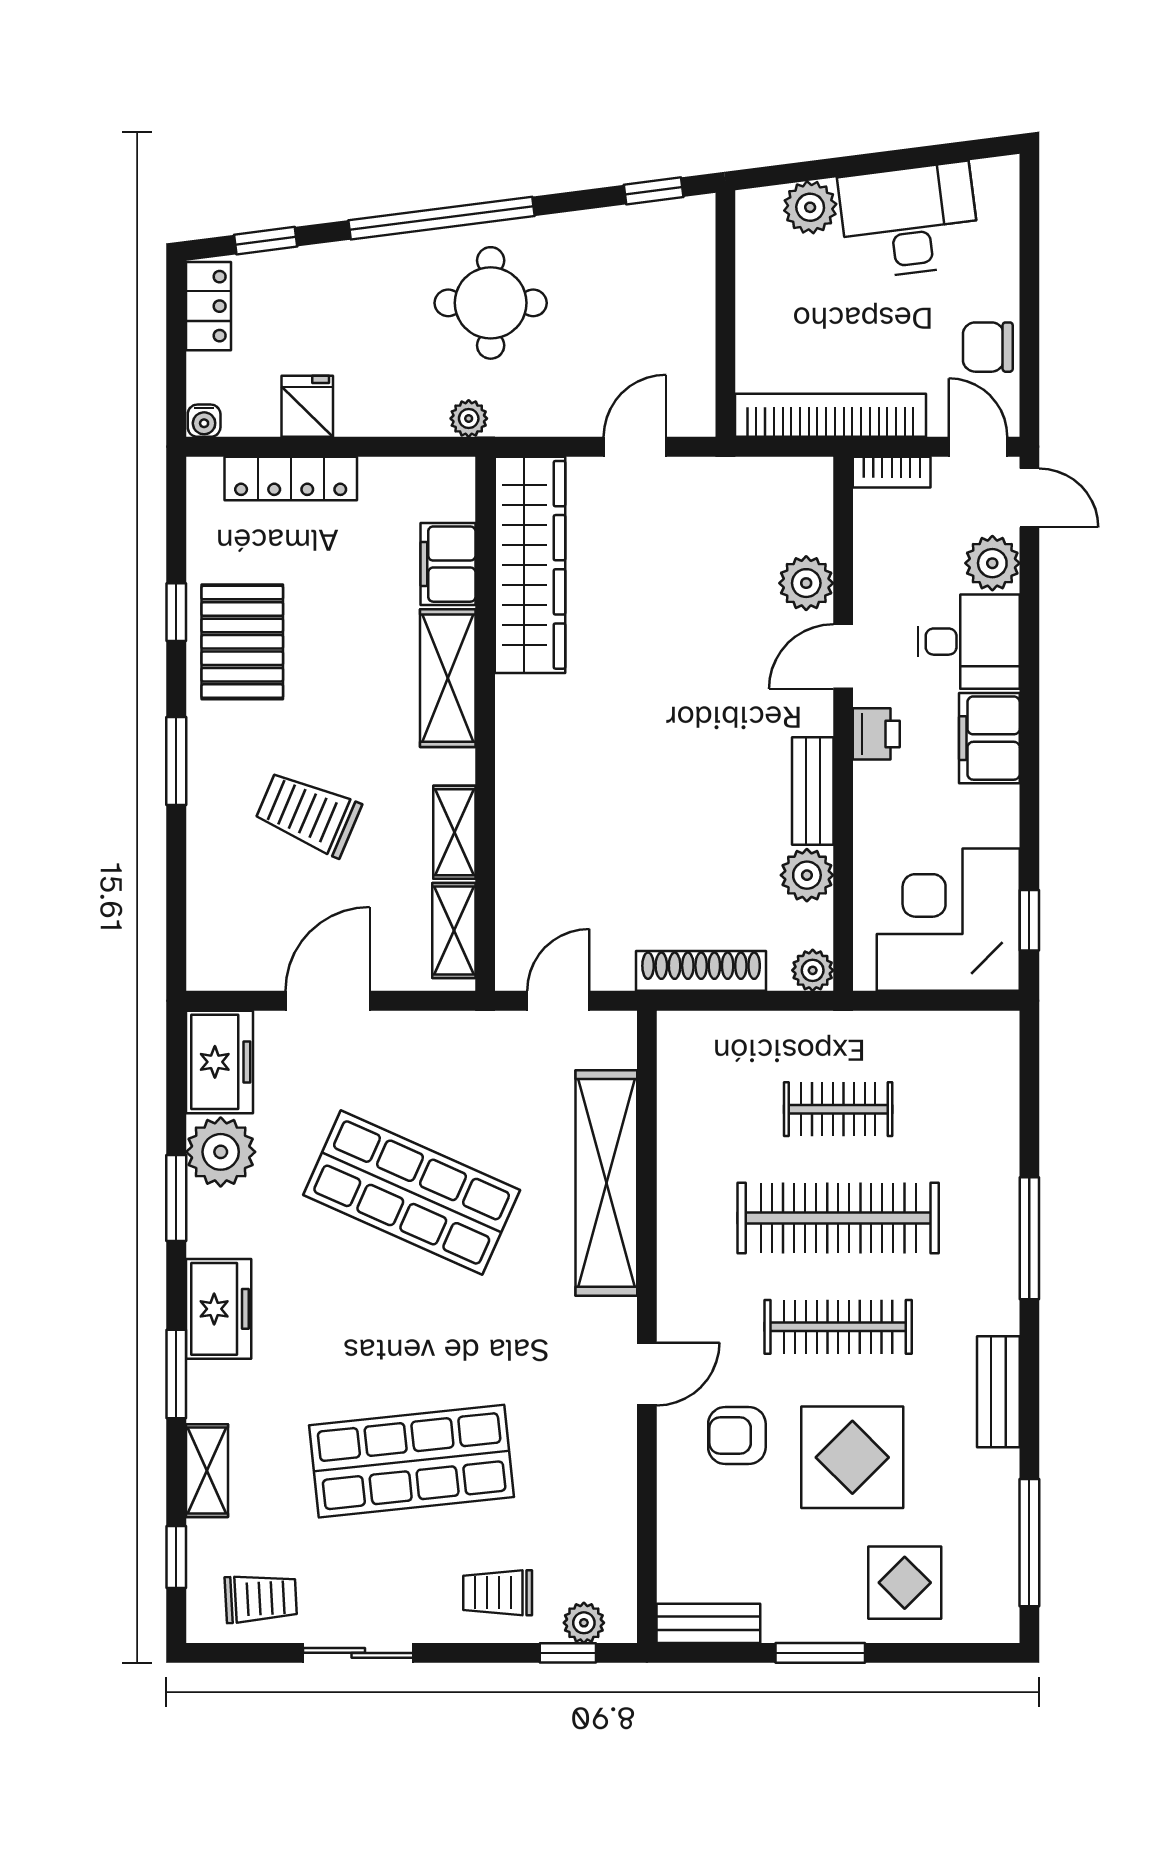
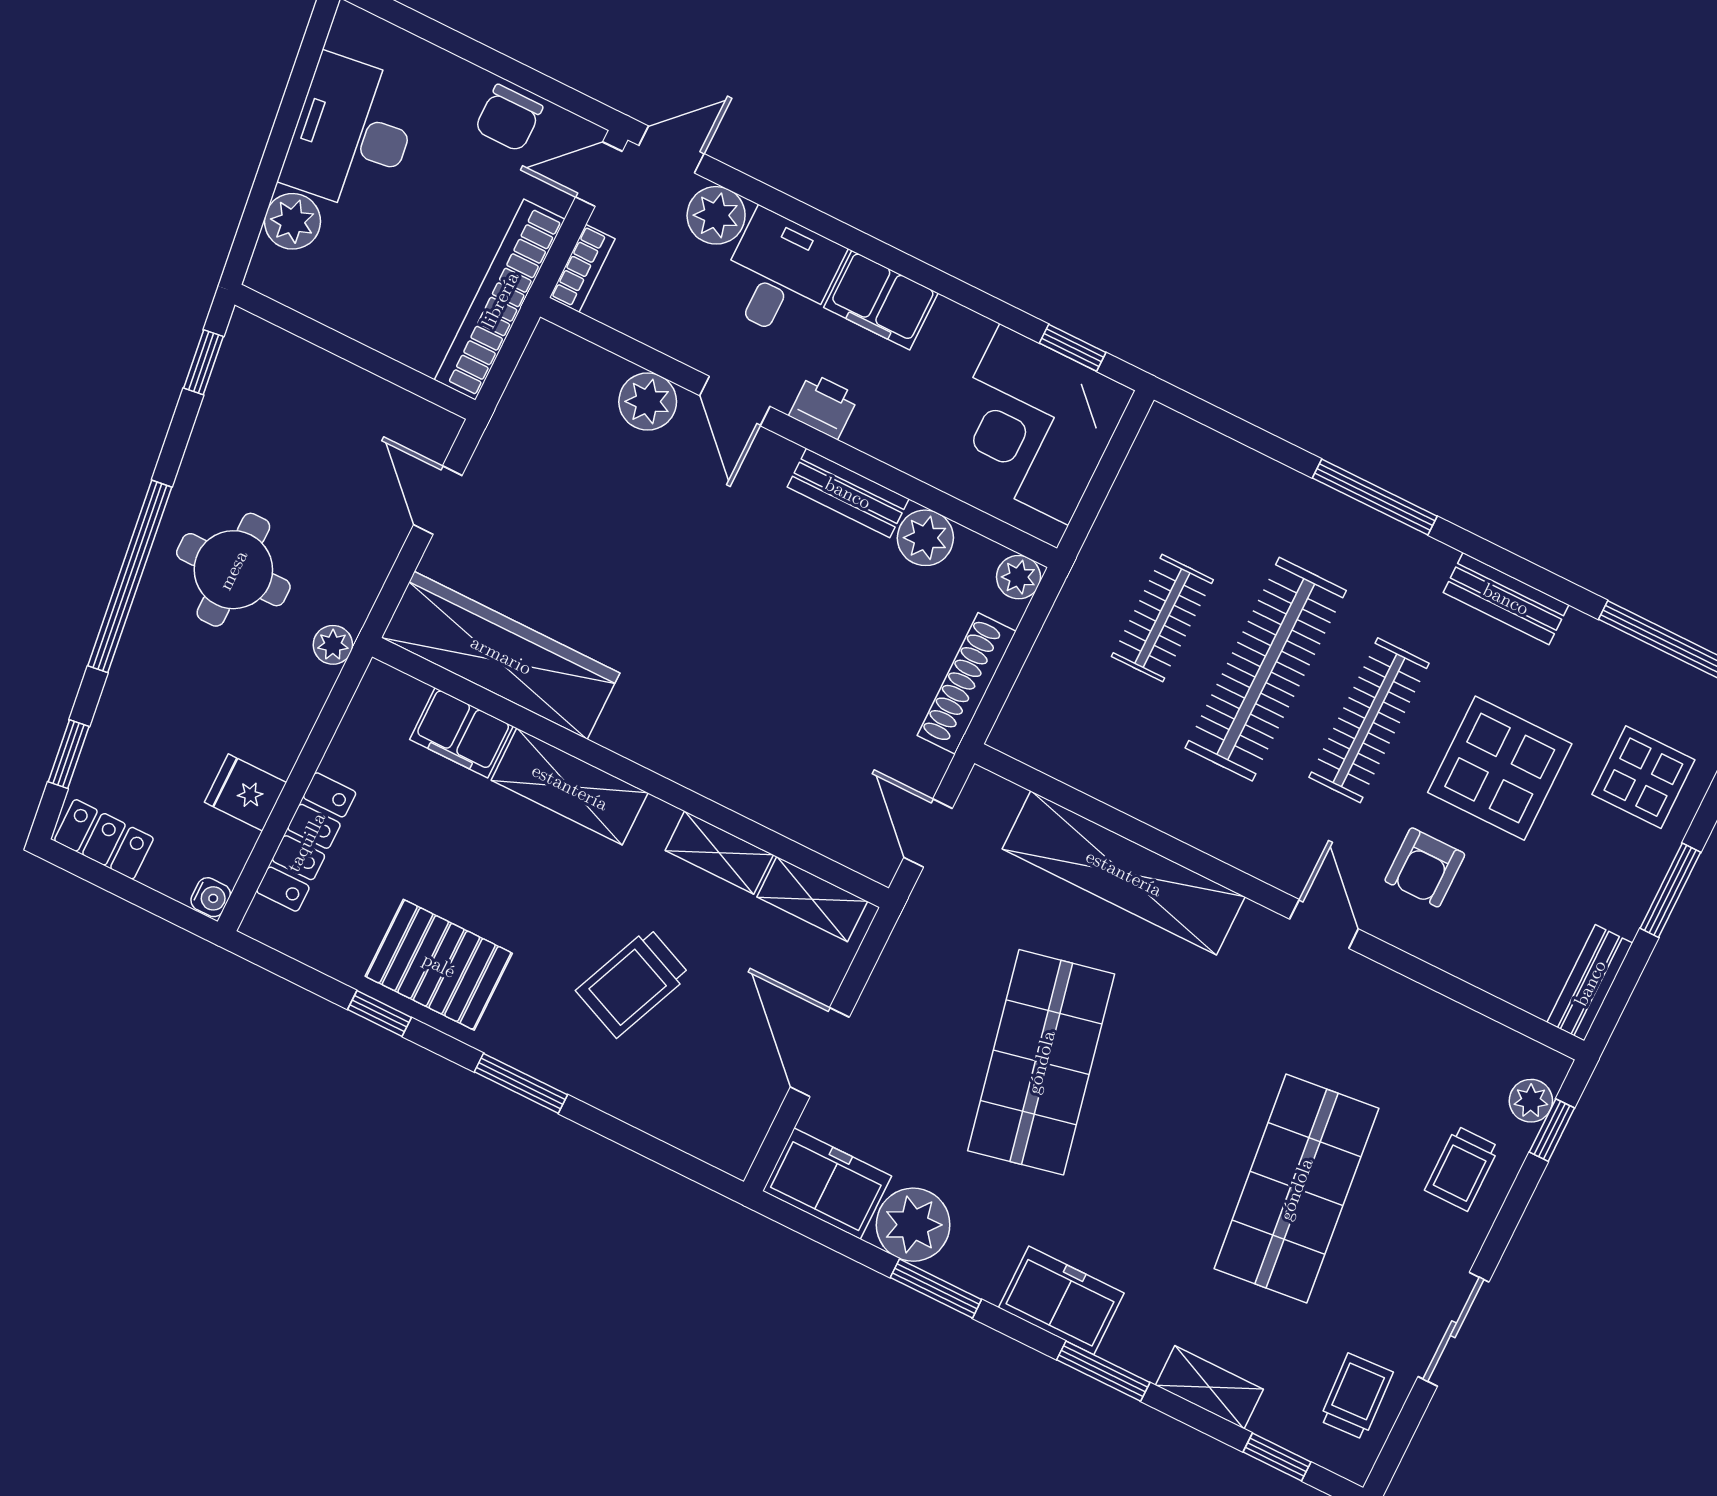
shop shelf: (412, 1192) -> (1041, 1062), turned -36

